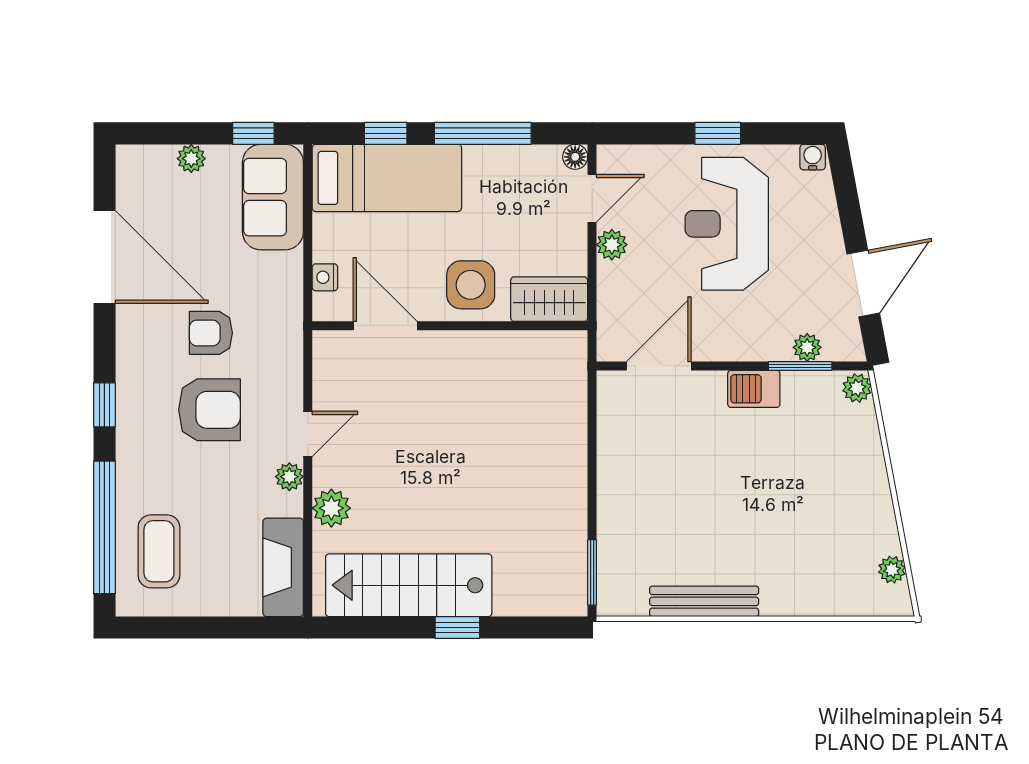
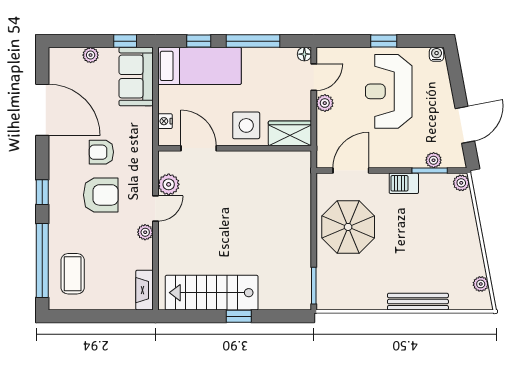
parasol: (654, 467) -> (348, 227), added
plant: (331, 508) -> (169, 184), moved
fireplace: (283, 567) -> (145, 290), width x0.73, depth x0.76
bench: (704, 601) -> (418, 302), moved

